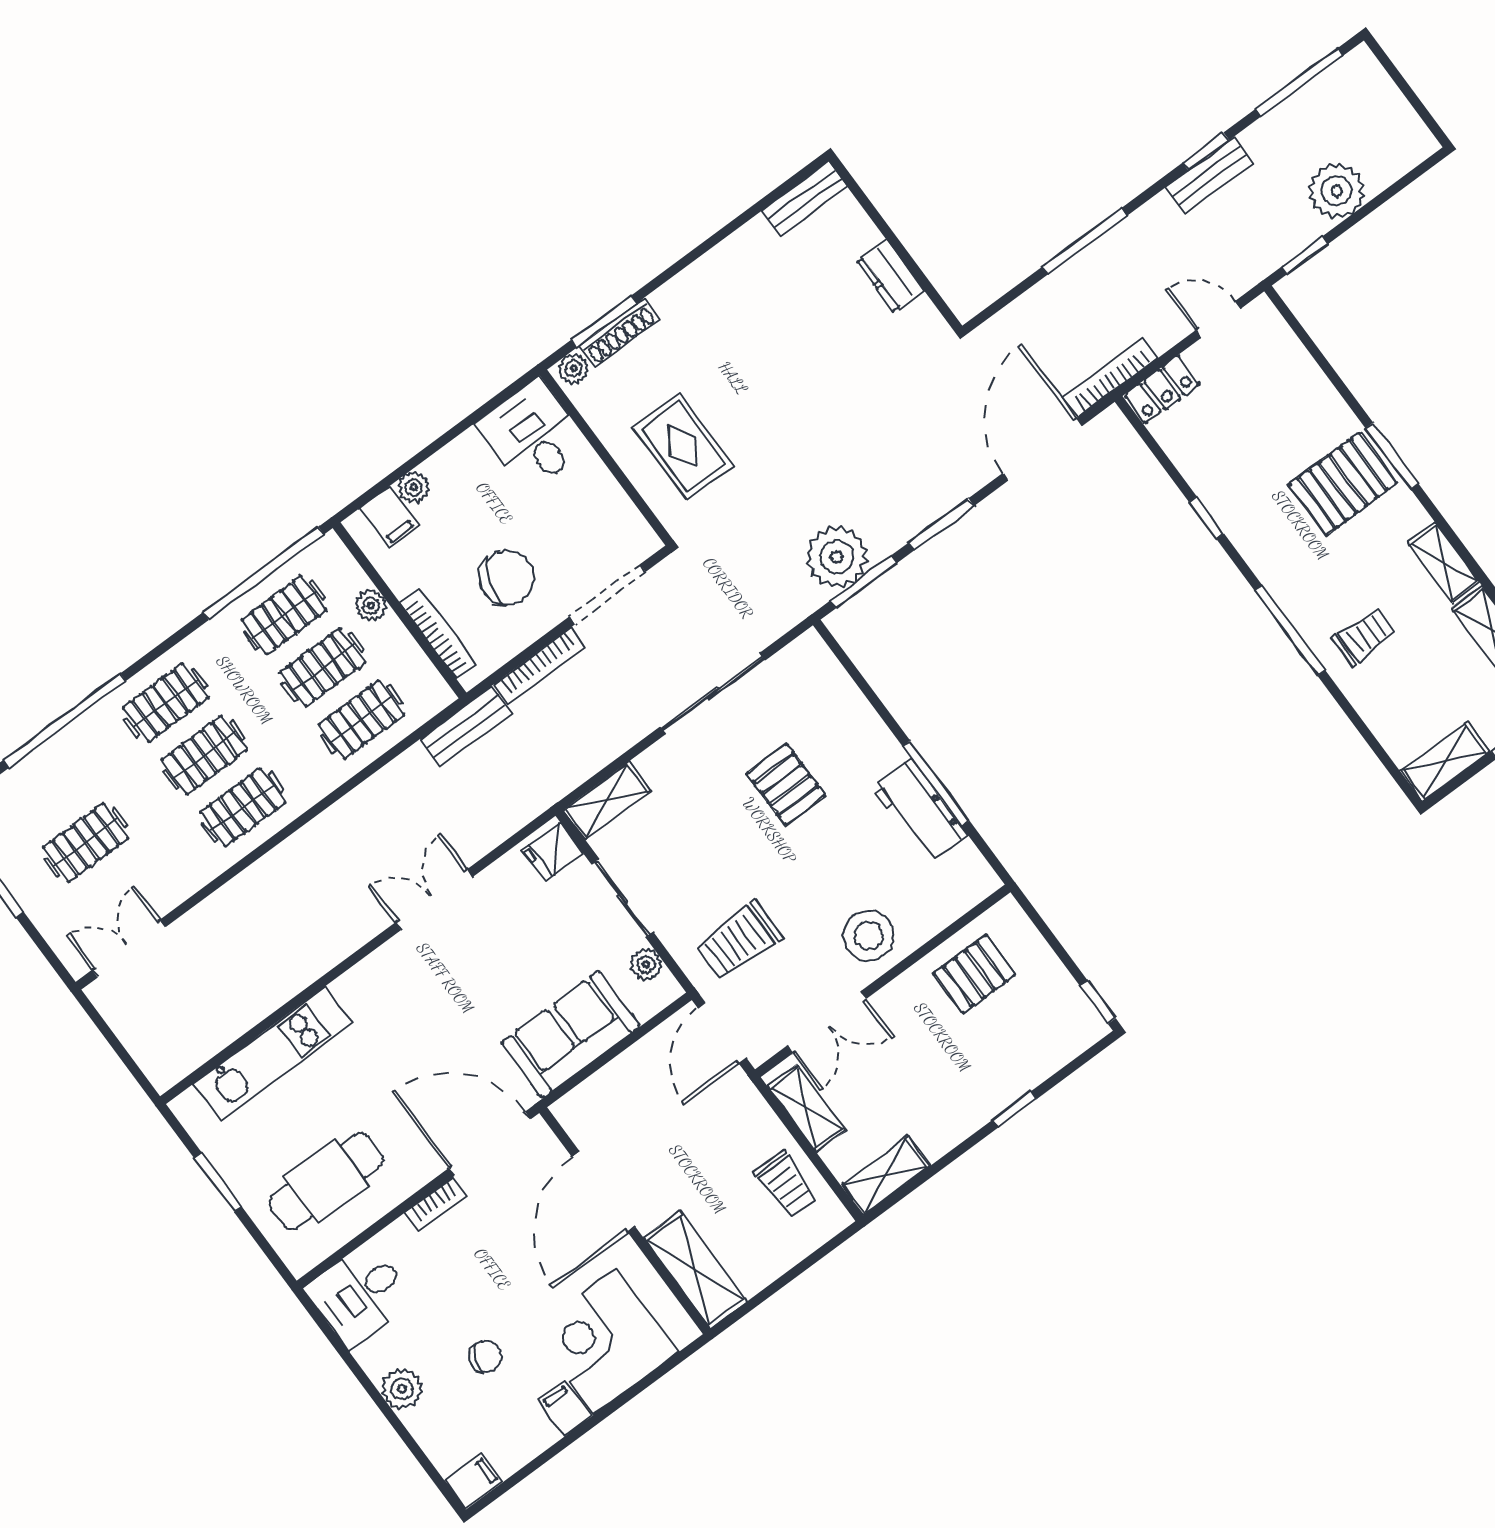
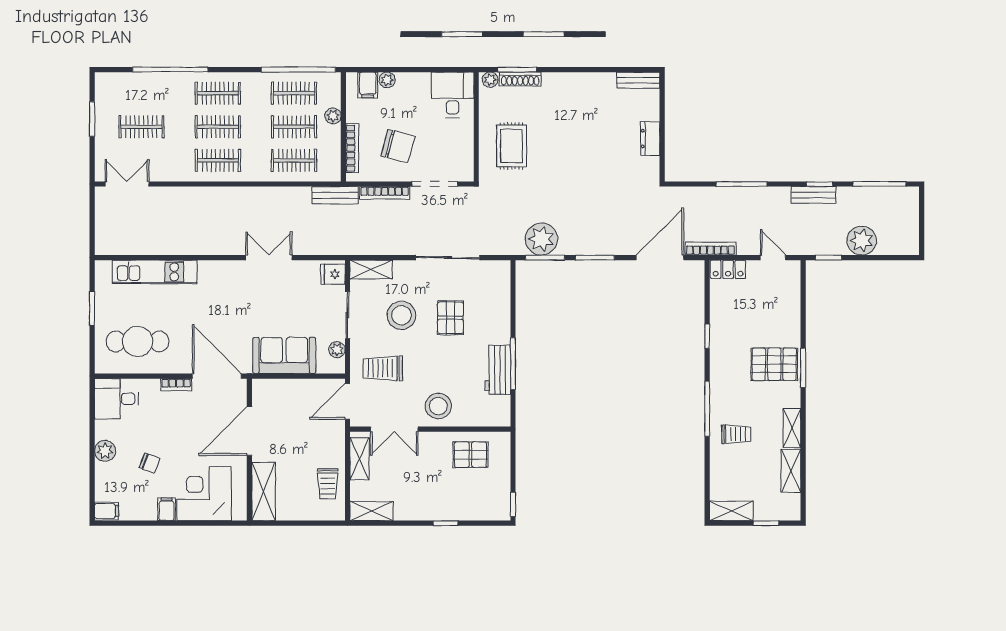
stool: (707, 837) -> (401, 315), added

